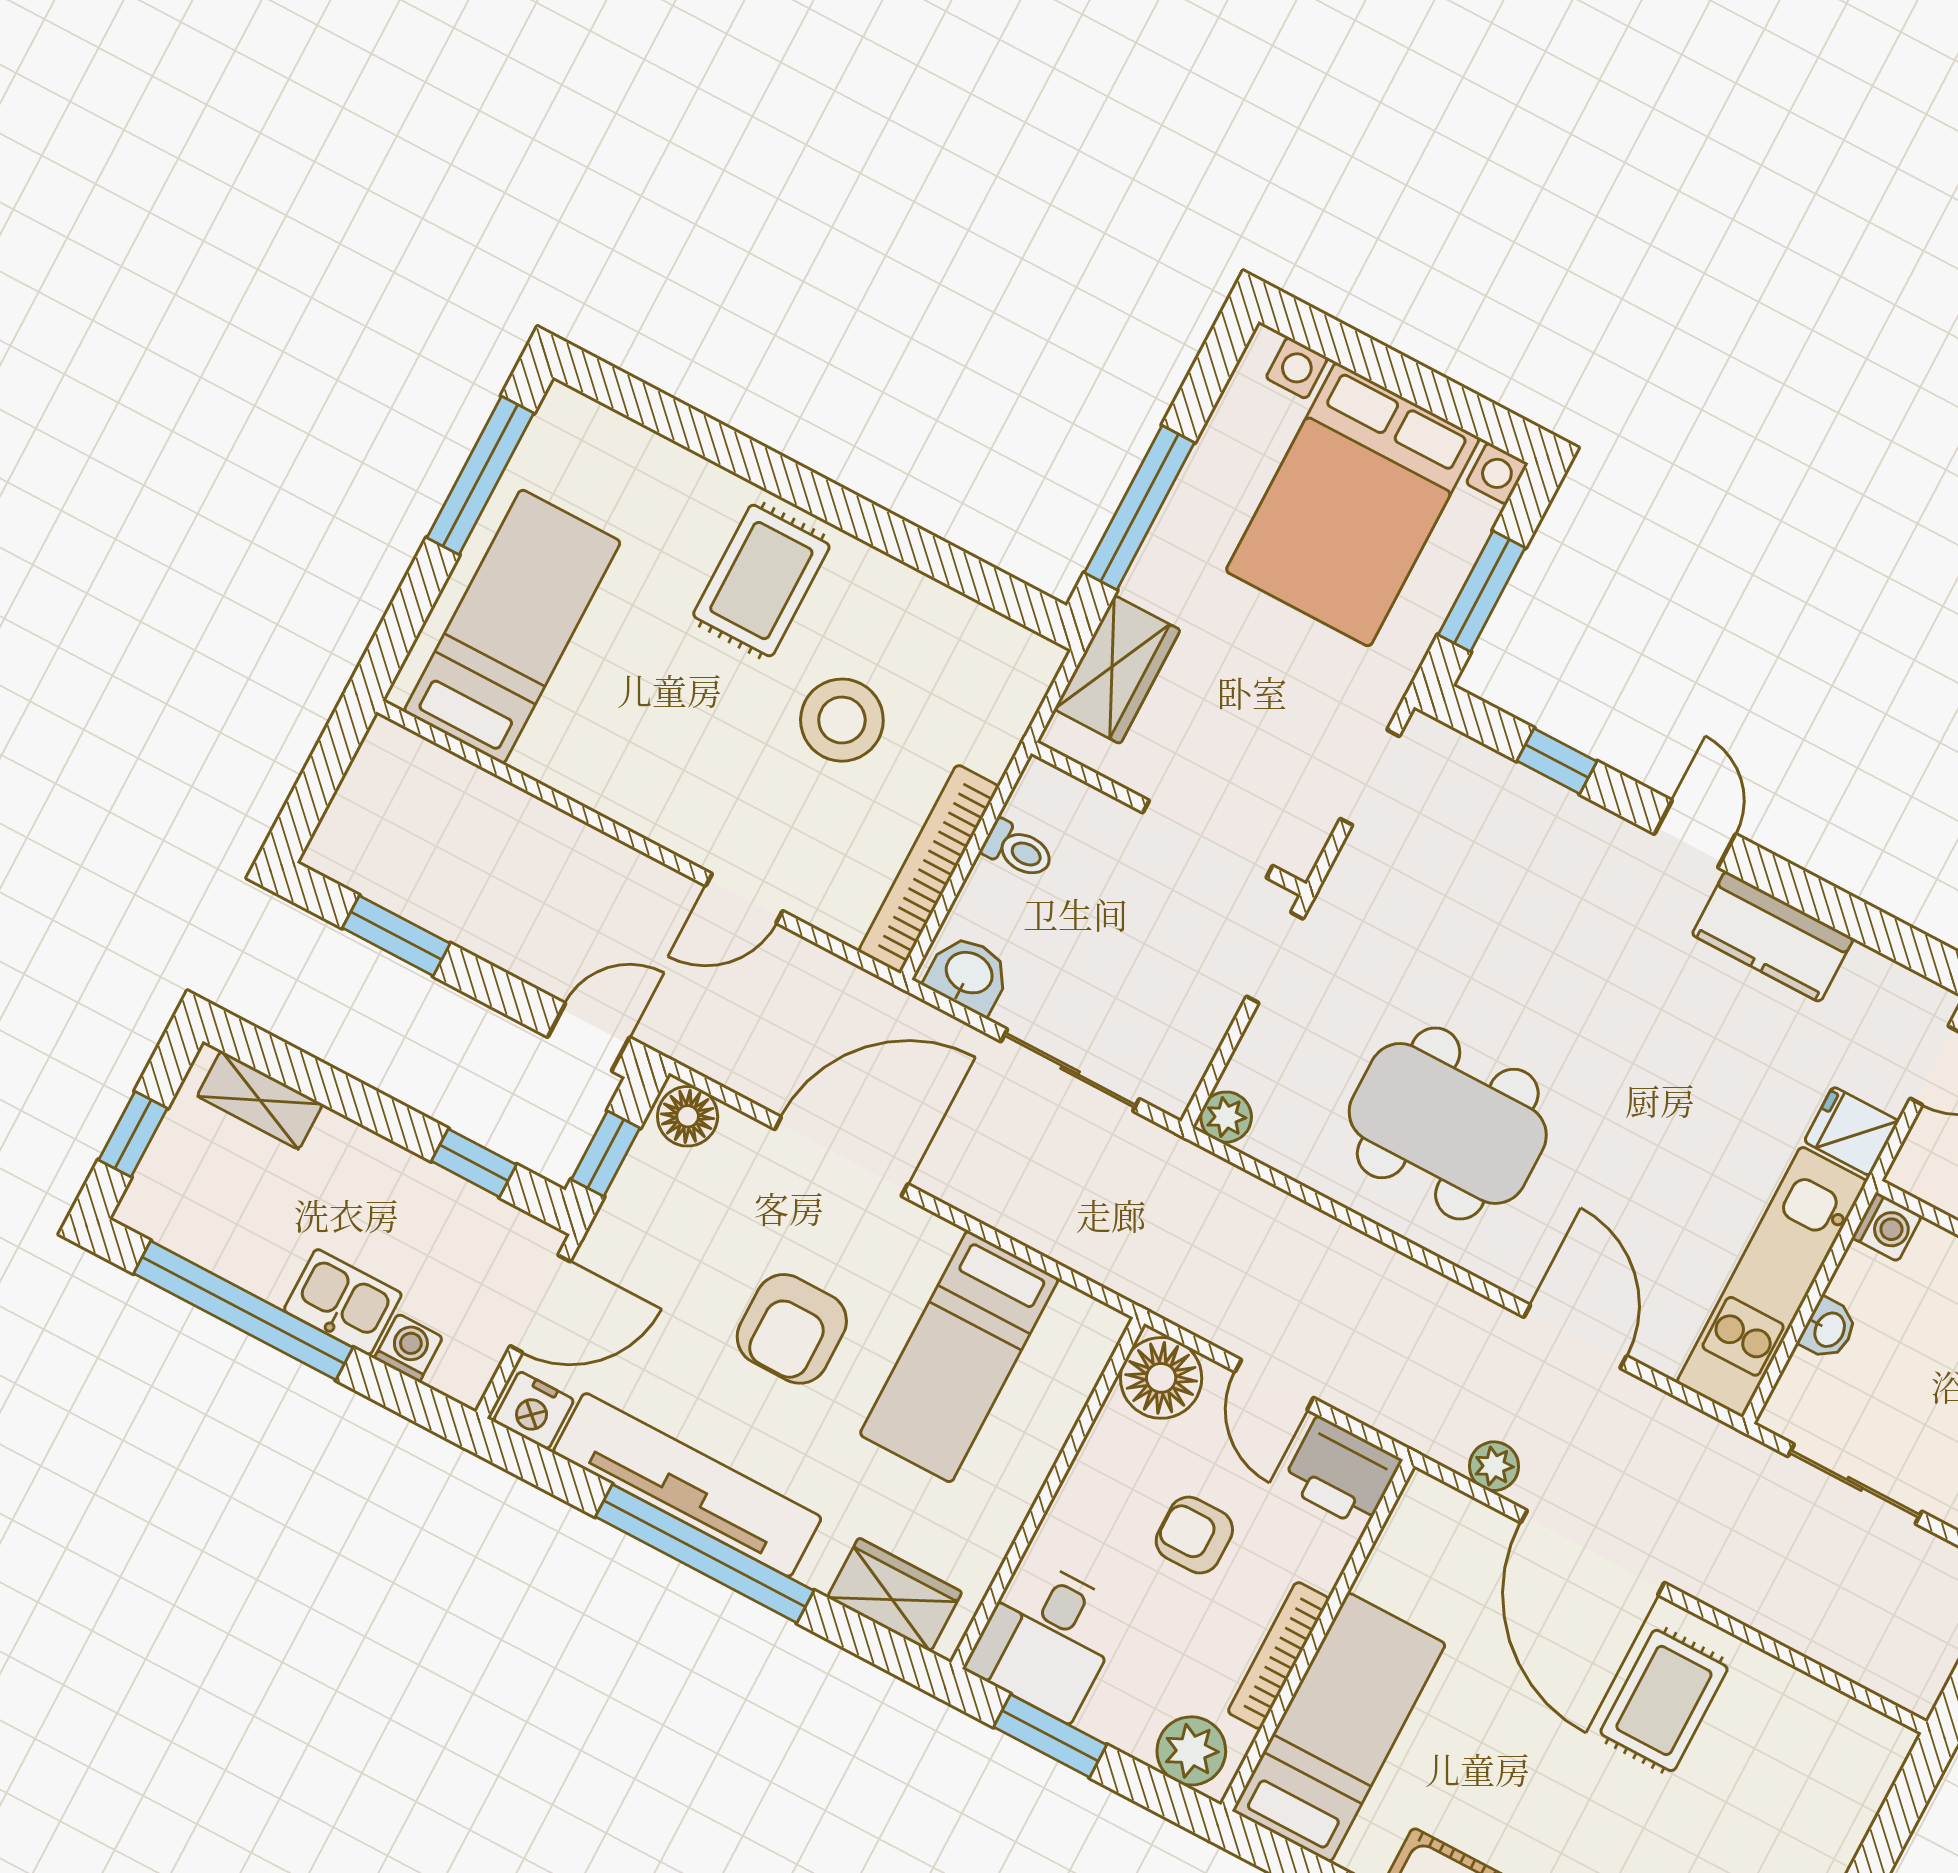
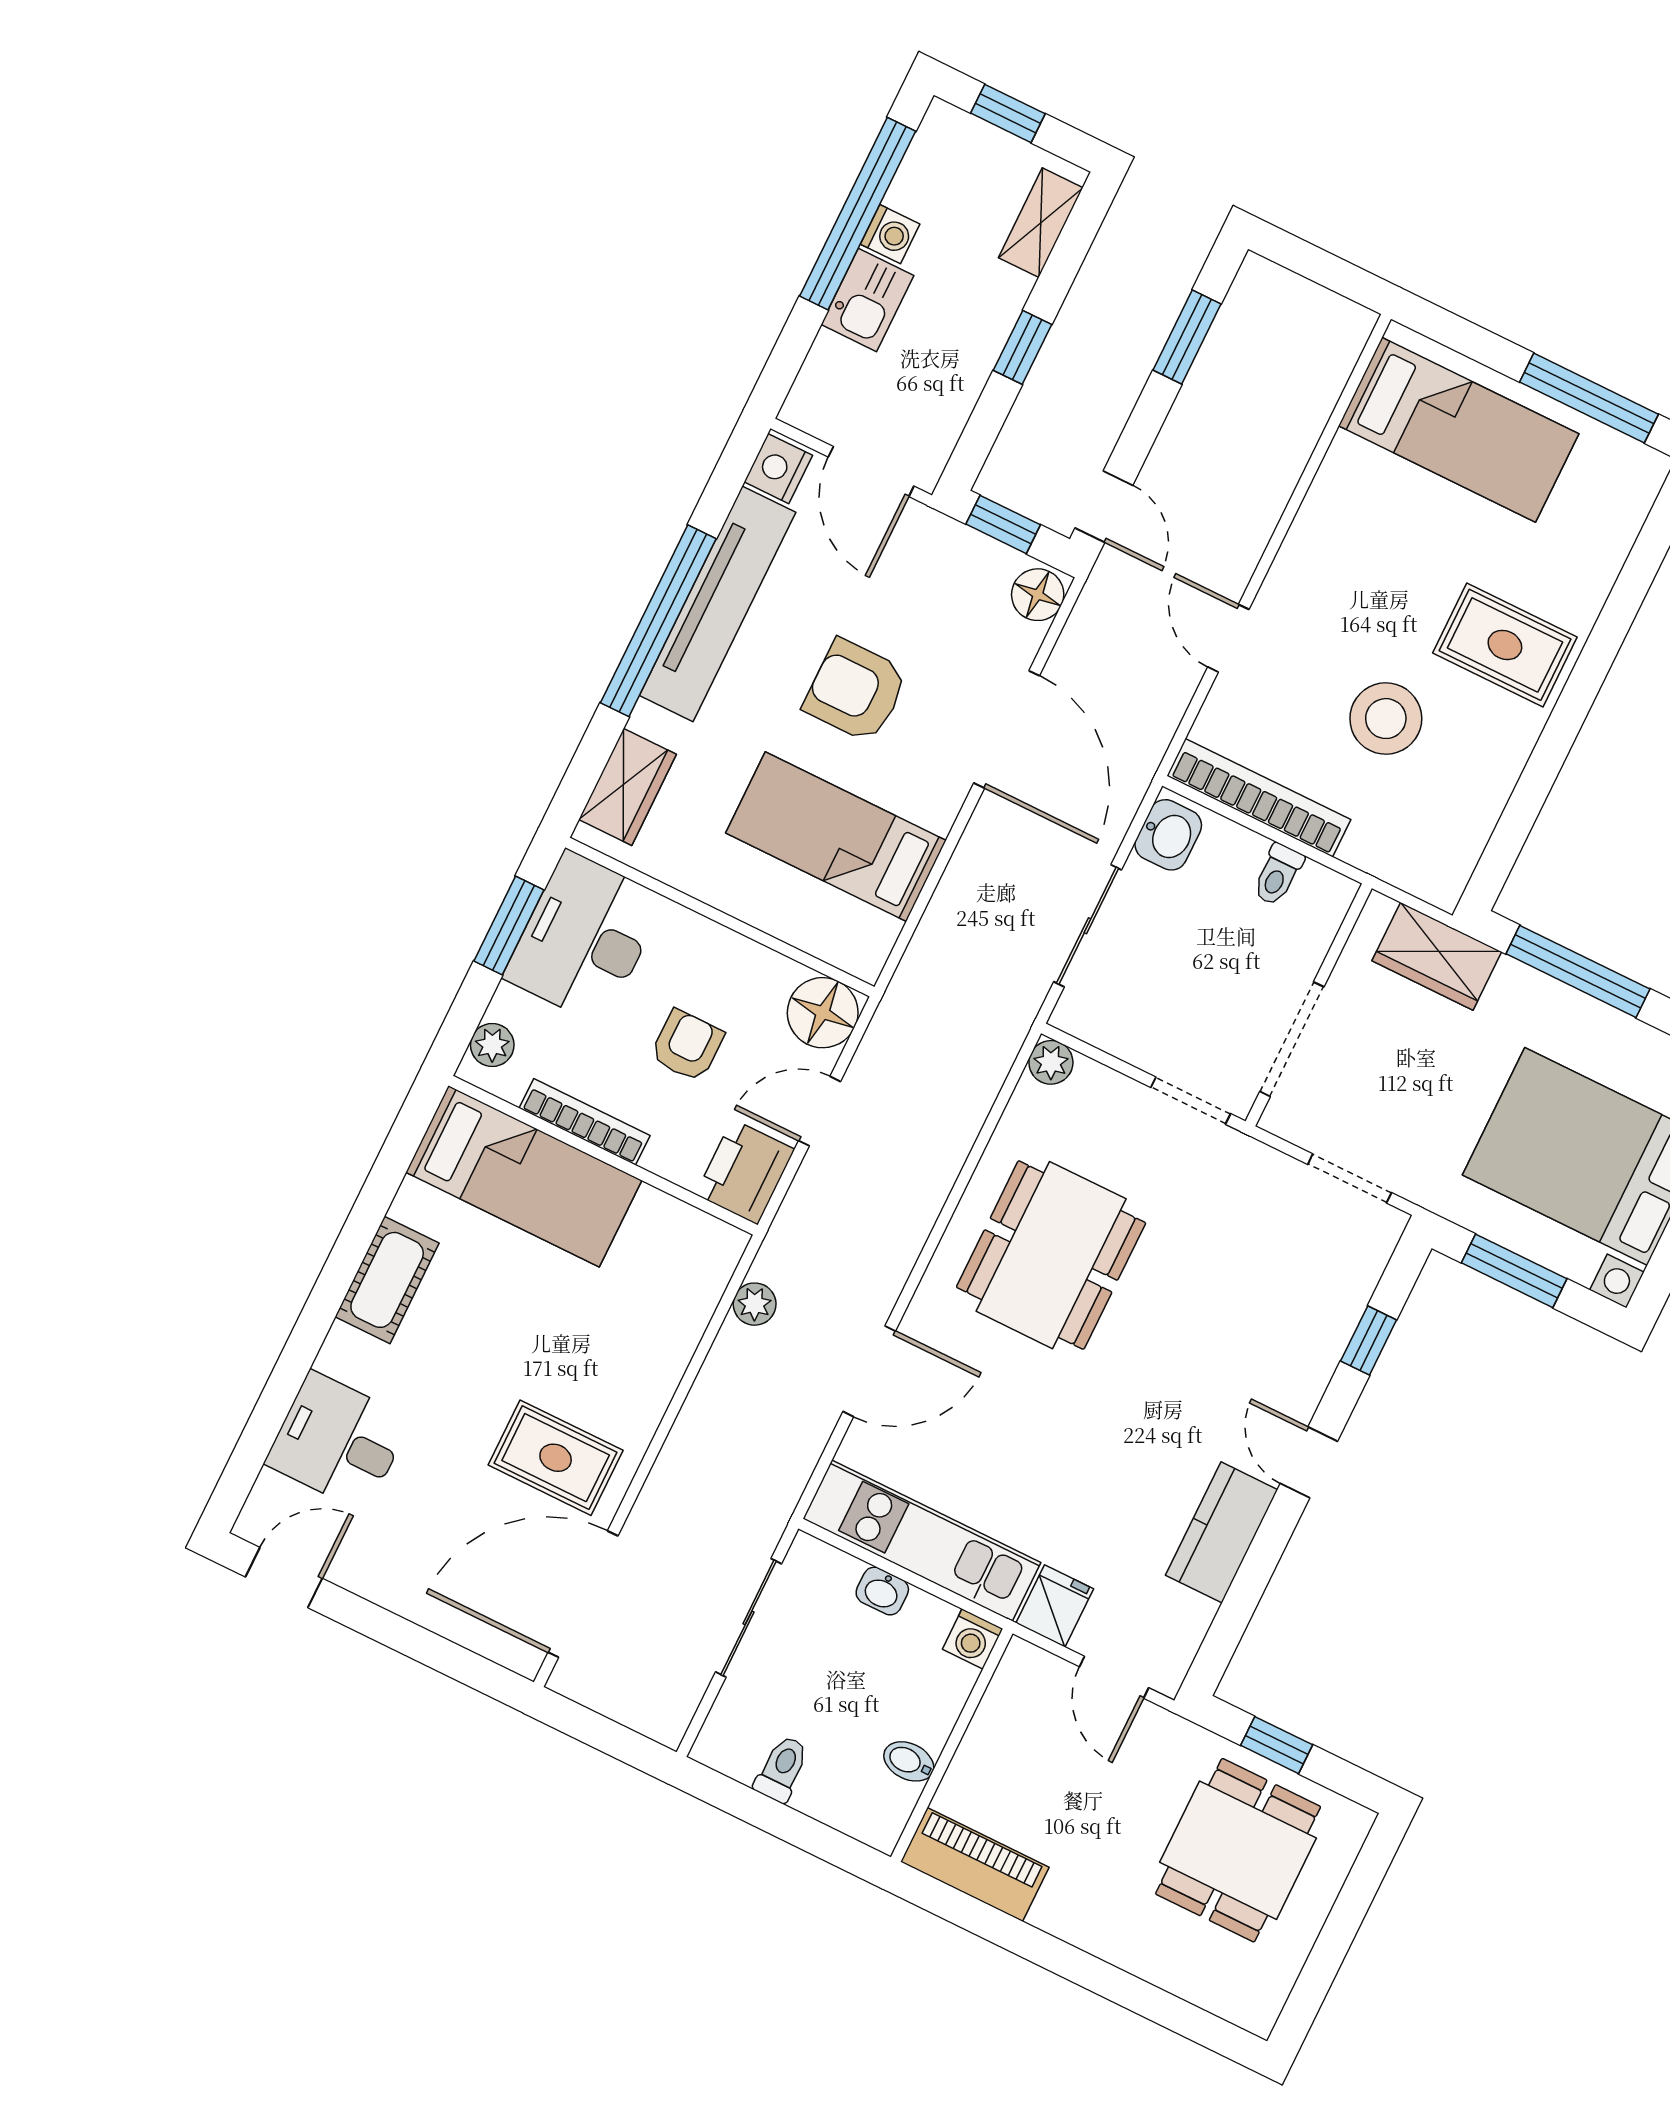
door: (1695, 834) -> (1309, 1462), swing flipped
window: (474, 1163) -> (1022, 347), moved
washing machine: (409, 1348) -> (890, 234), moved
door: (1593, 1553) -> (583, 1594), moved
desk: (1047, 1639) -> (584, 938), width x1.37
plant: (1191, 1751) -> (492, 1045), width x0.73, depth x0.73

